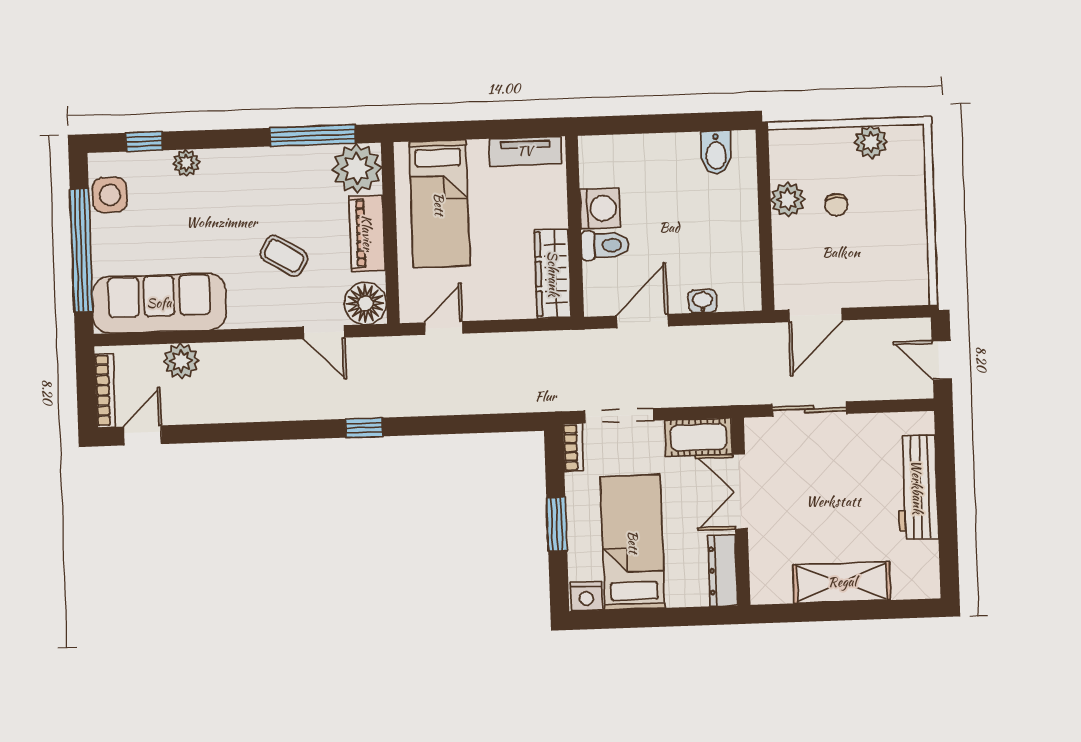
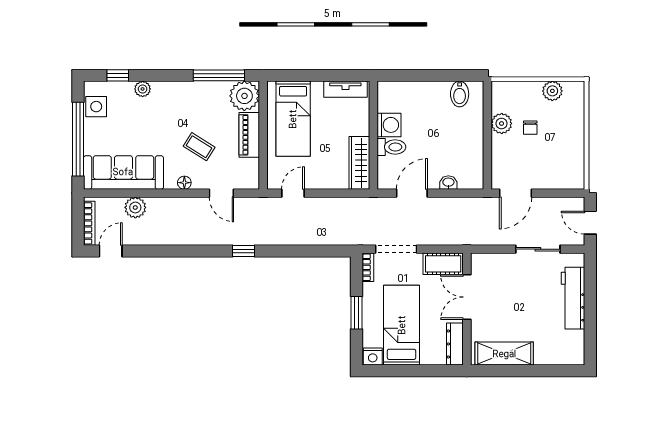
floor lamp: (365, 303) -> (184, 183), moved, width x0.53, depth x0.53
sliding door: (809, 409) -> (538, 249), moved
shelving: (842, 582) -> (504, 354), moved

